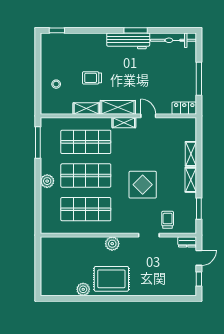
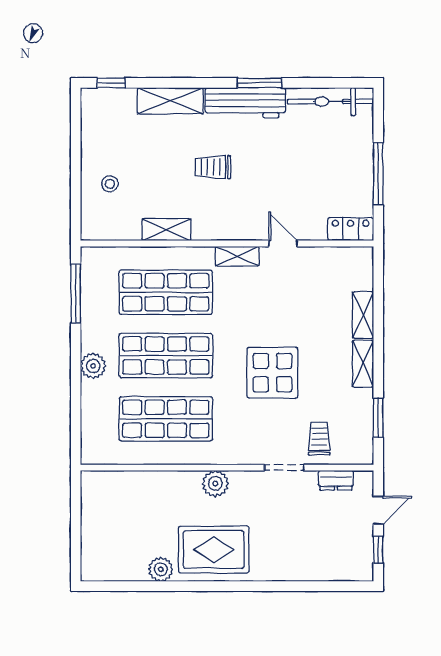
trolley: (92, 78) -> (213, 167), moved
shelving: (118, 107) -> (170, 101), moved
dresser: (187, 242) -> (336, 480), moved

